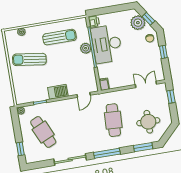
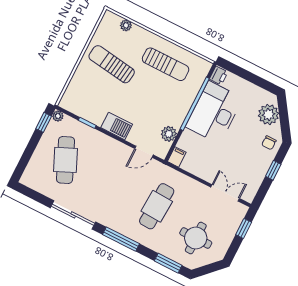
window: (148, 19) -> (284, 119), removed
plant: (86, 48) -> (169, 134), moved
window: (20, 149) -> (44, 122), moved

